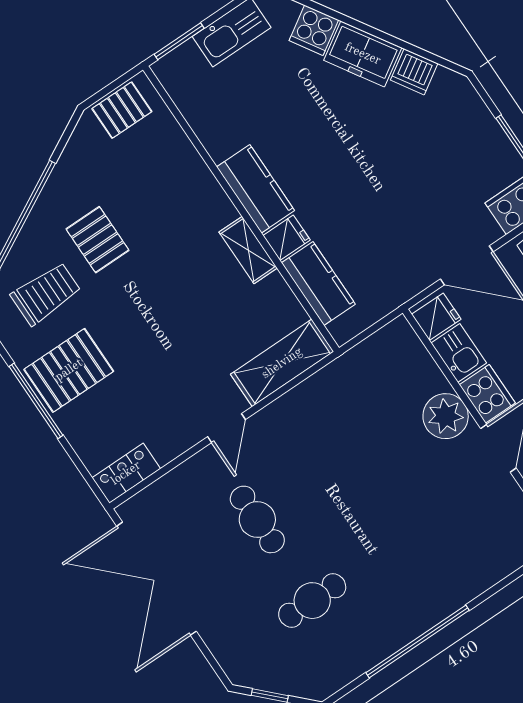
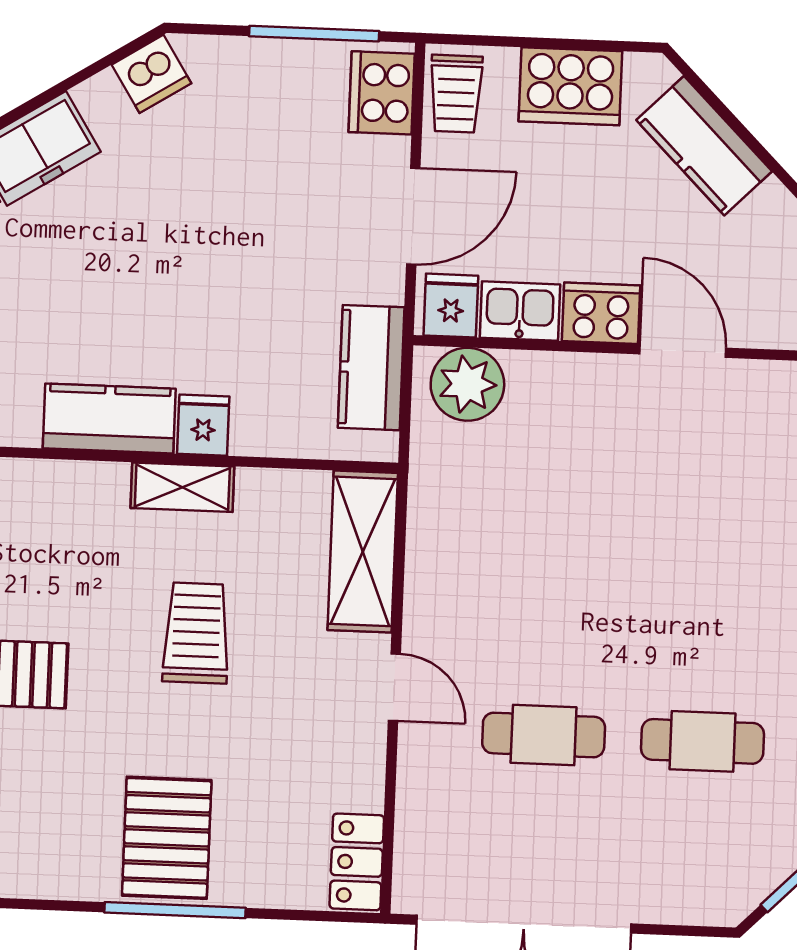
dishwasher: (414, 72) -> (151, 74), moved
kitchen counter: (318, 284) -> (371, 368), moved, turned -90
trolley: (46, 294) -> (196, 633), moved
plant: (446, 416) -> (467, 384), moved
cafe table: (312, 601) -> (703, 741), turned 90

